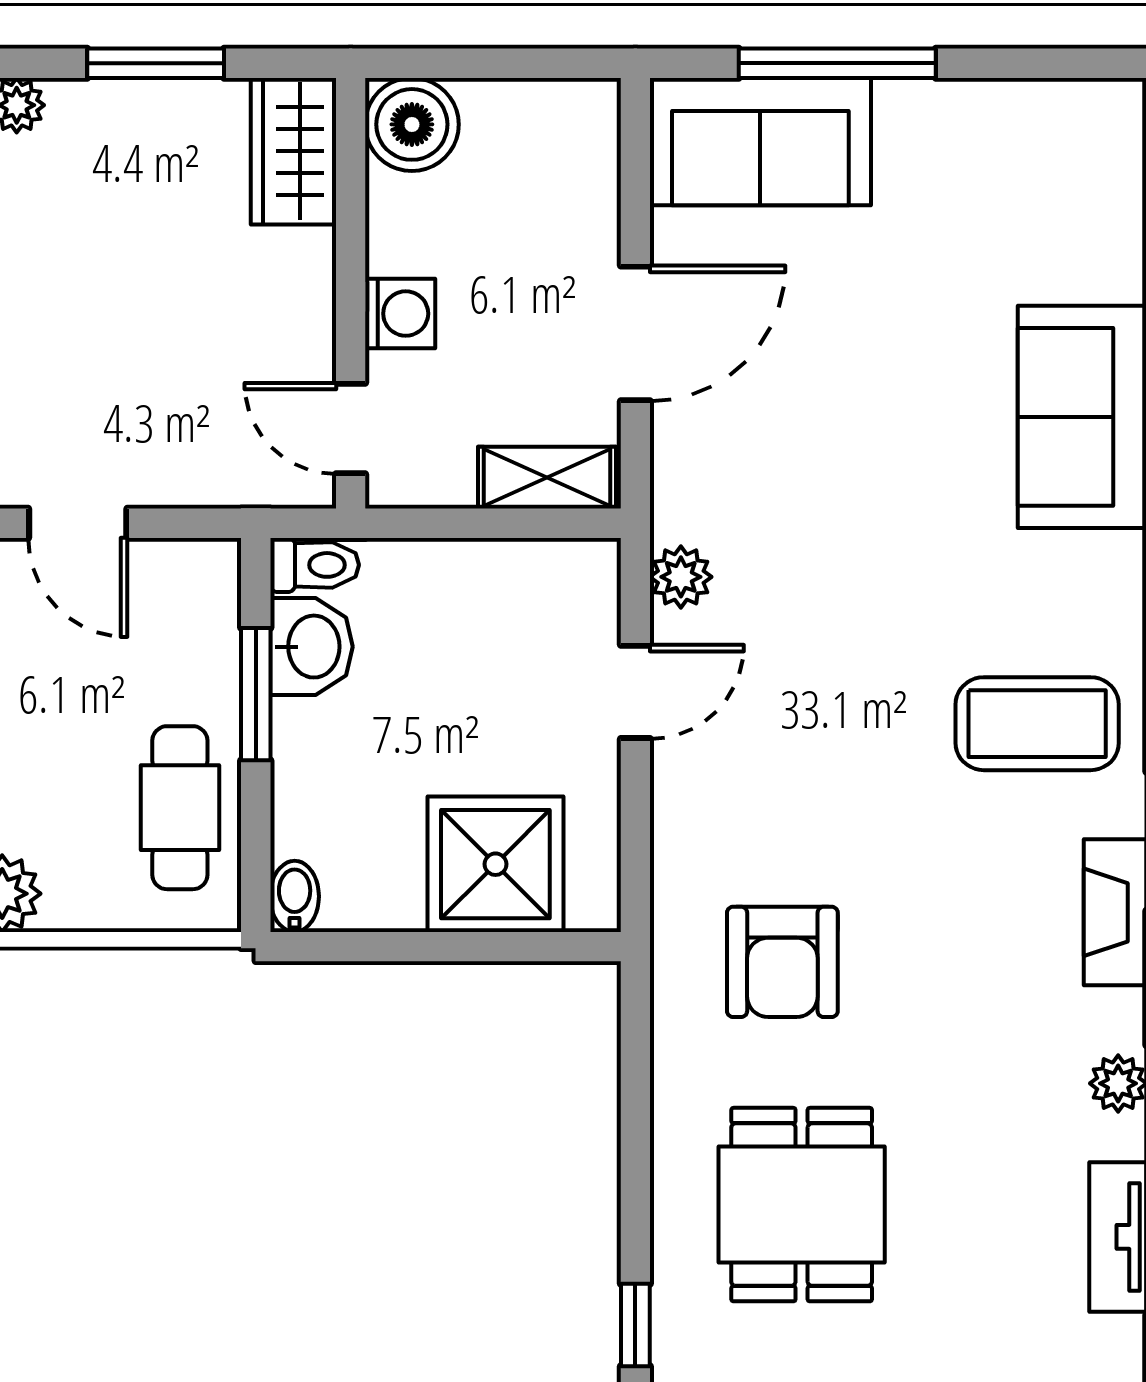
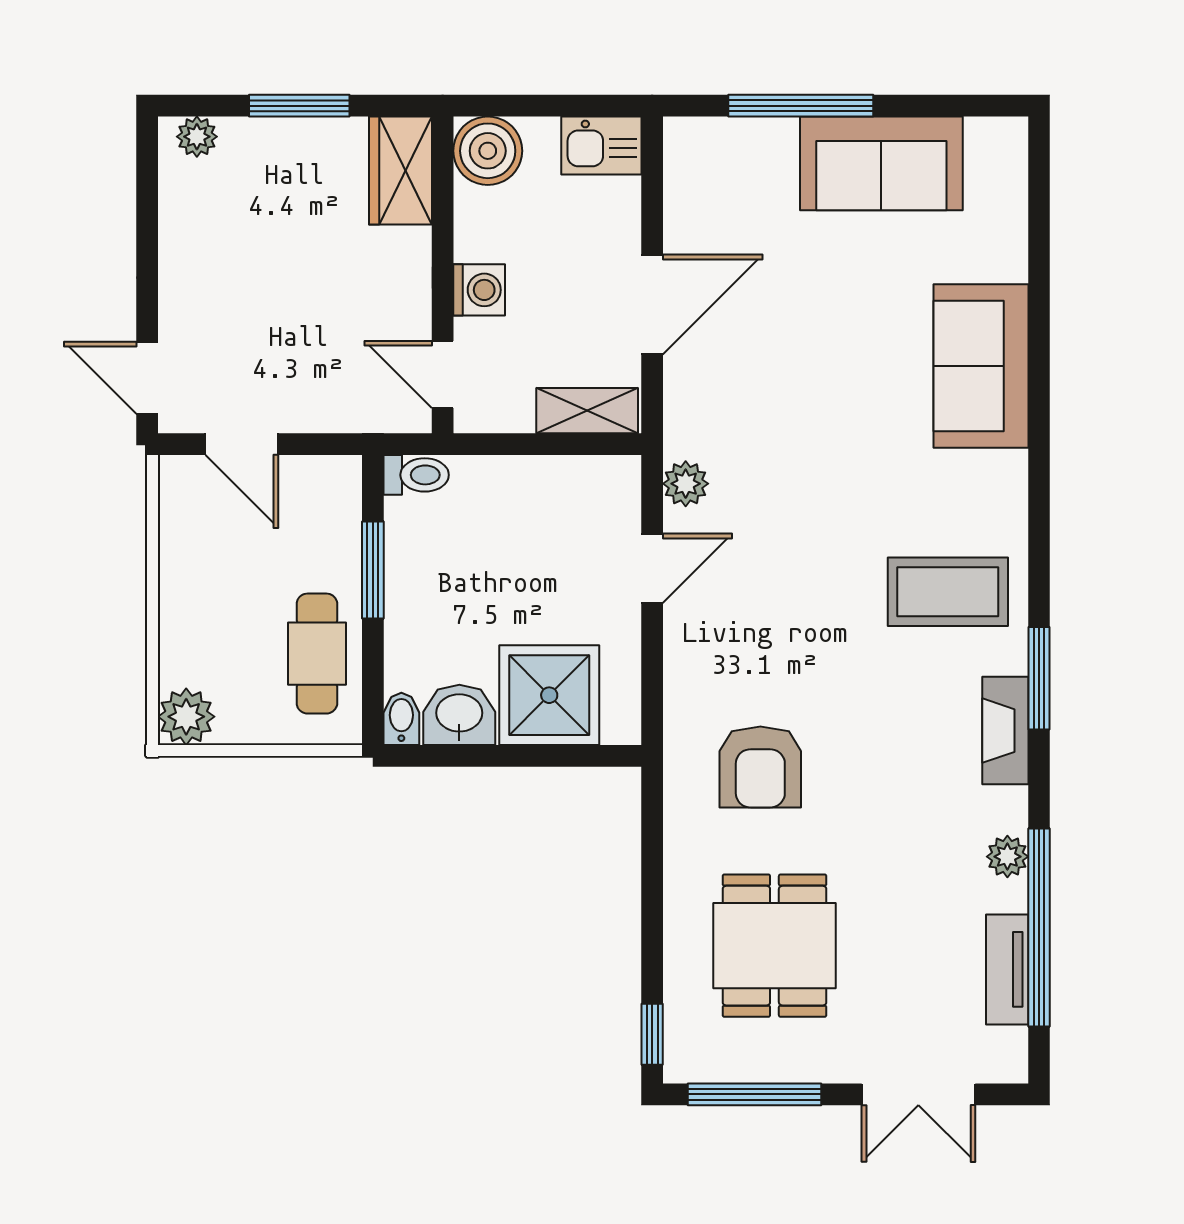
kitchen sink: (566, 117) -> (601, 145), added
sofa: (760, 142) -> (881, 163), moved
washbasin: (311, 647) -> (459, 715), moved, turned -90

